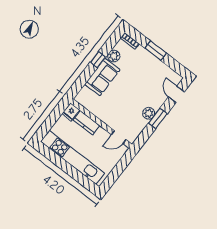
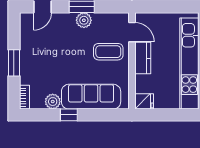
sofa: (102, 77) -> (91, 97), width x1.36
coffee table: (118, 113) -> (108, 52), added
kitchen counter: (86, 123) -> (143, 58), moved

